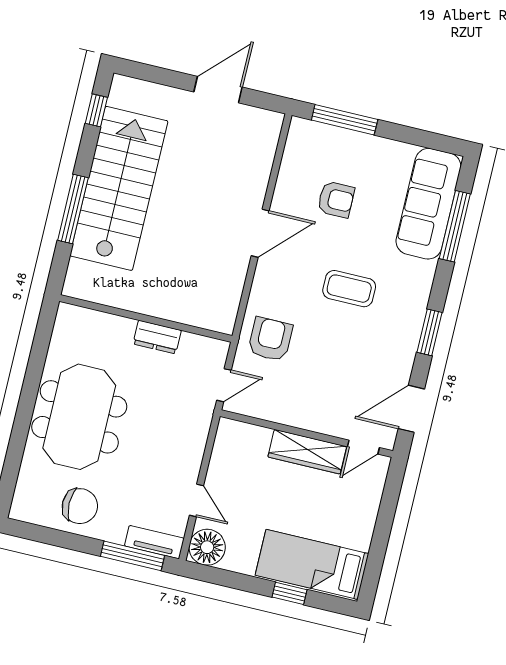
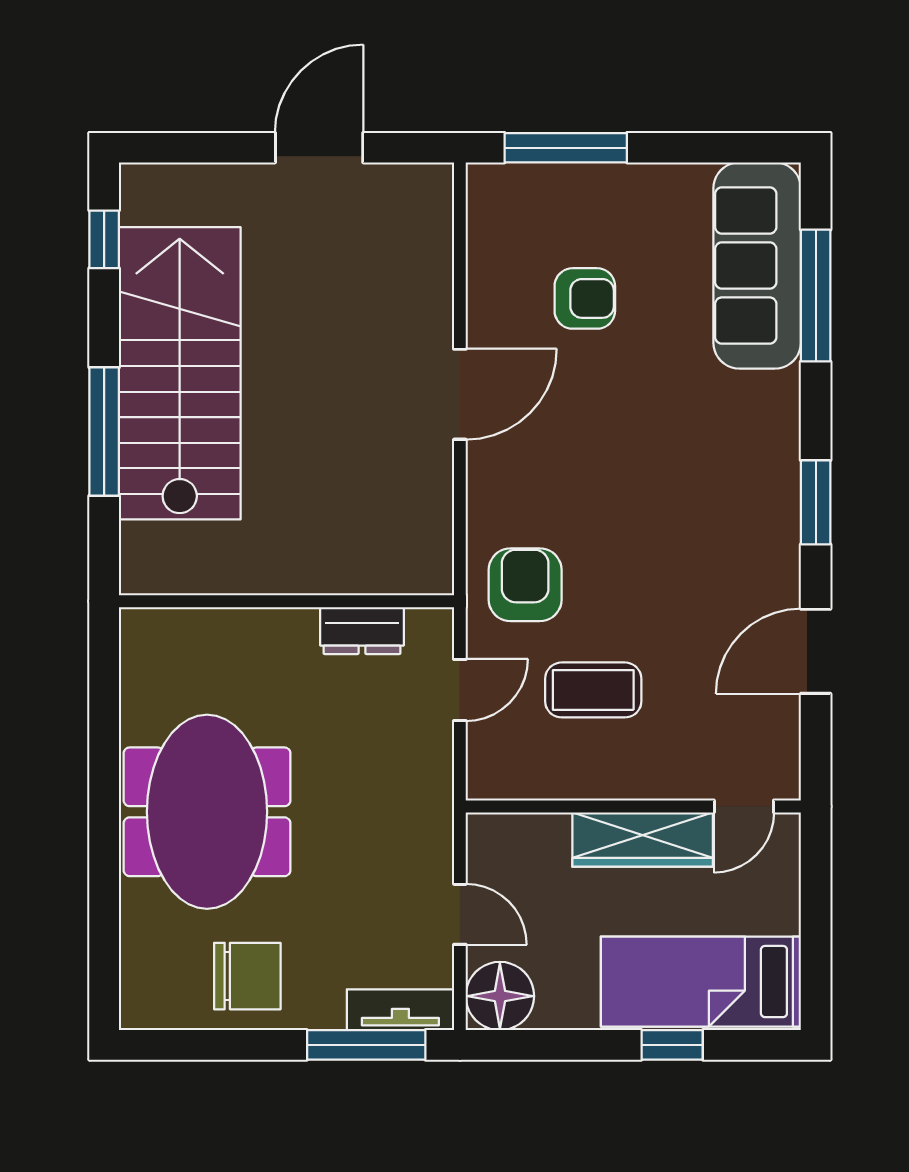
coffee table: (349, 289) -> (593, 690), moved
dresser: (157, 337) -> (362, 631), moved
wall: (307, 434) -> (633, 806), moved
door: (363, 447) -> (744, 806), moved
wardrobe: (307, 452) -> (643, 839), moved

